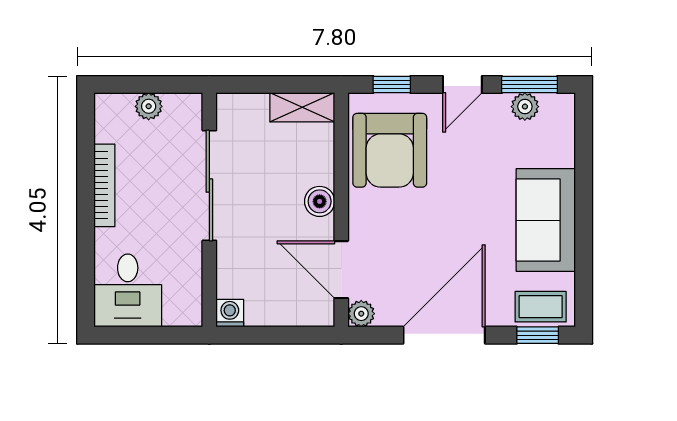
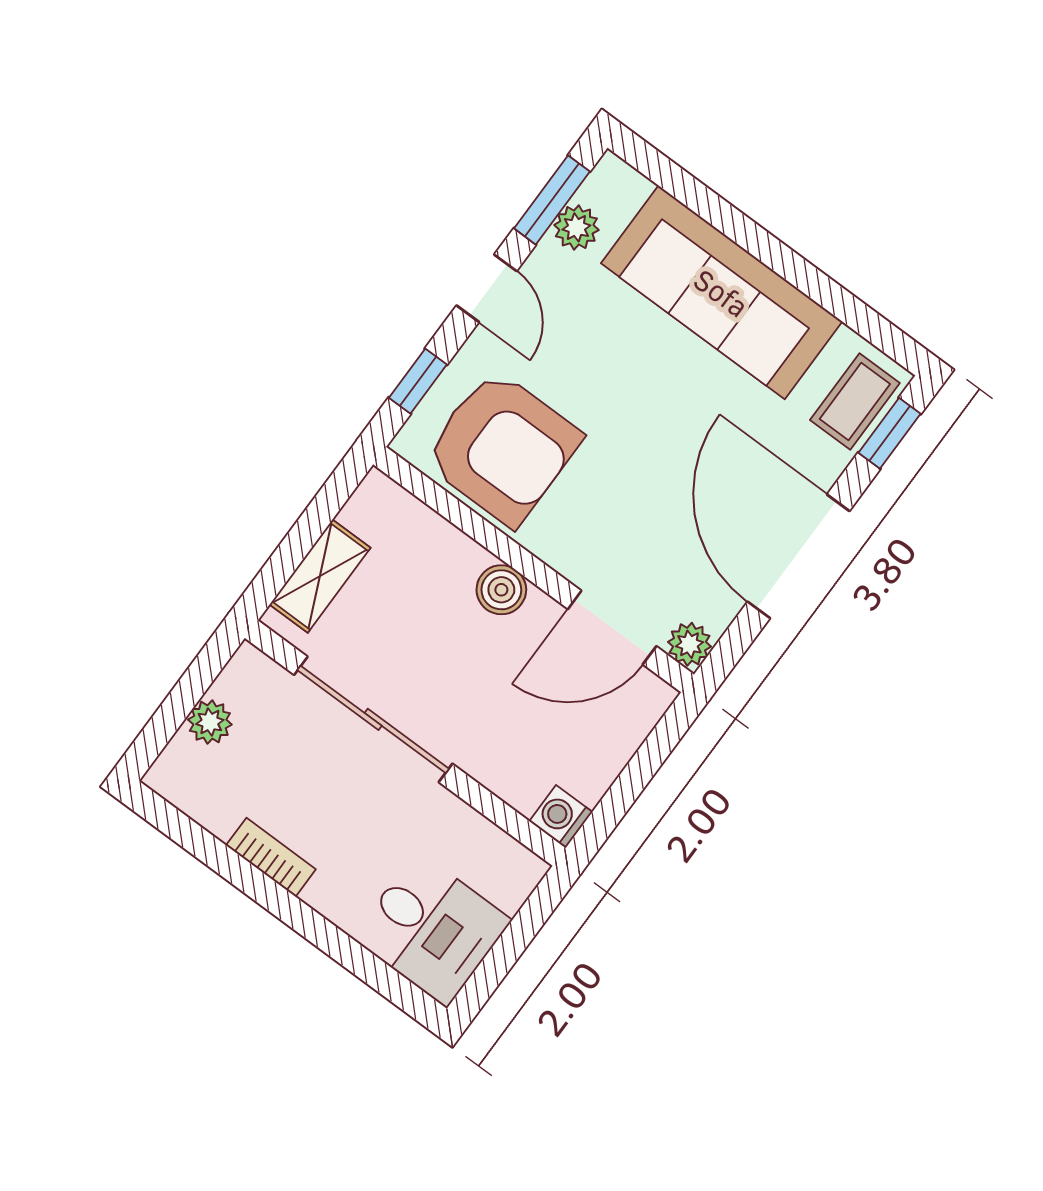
shelving: (302, 107) -> (320, 576), moved
bookcase: (104, 185) -> (271, 857), width x0.64
sofa: (546, 220) -> (722, 292), width x1.36

